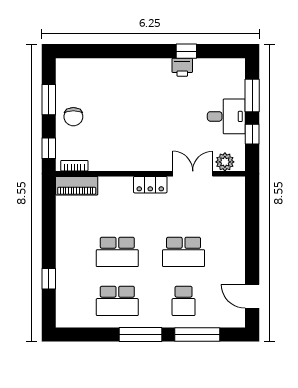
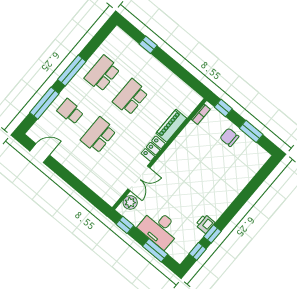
window: (217, 51) -> (198, 251), added
desk: (226, 116) -> (159, 228), width x1.37
window: (252, 134) -> (125, 225), moved
piano: (77, 186) -> (171, 126), moved

